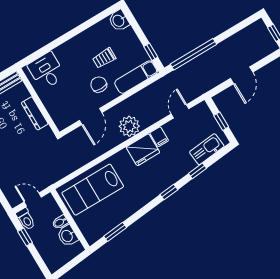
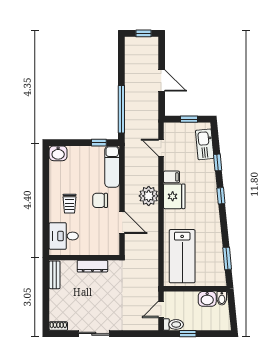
trolley: (104, 58) -> (70, 204), moved
bidet: (60, 222) -> (222, 298), moved

